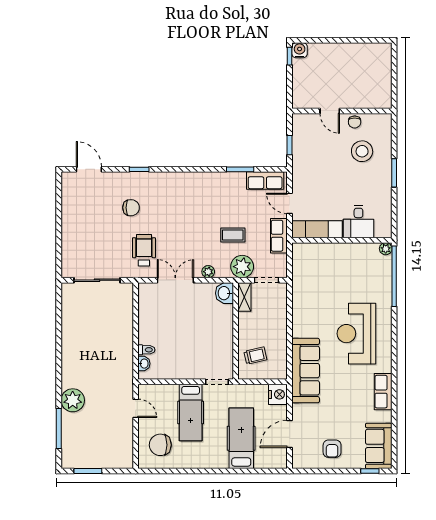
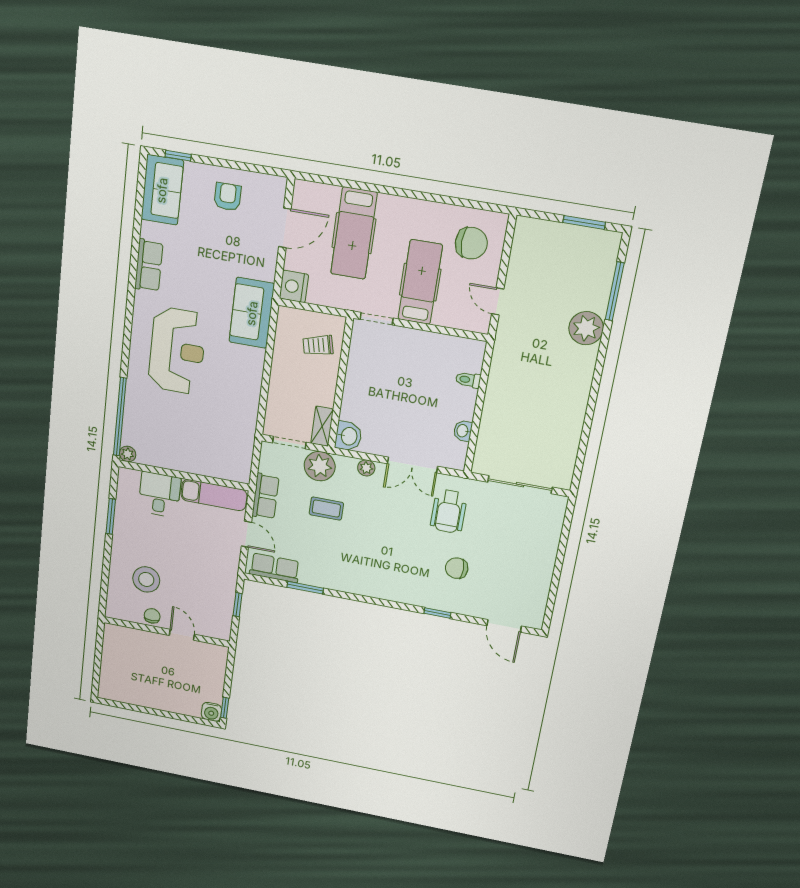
window: (394, 173) -> (111, 516), moved
washbasin: (144, 364) -> (463, 431), moved
sofa: (306, 371) -> (252, 313), width x0.73

